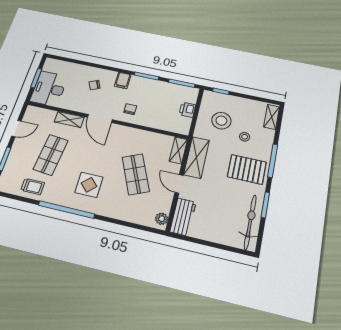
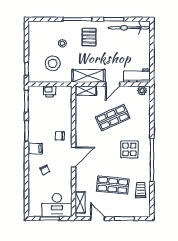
shelving: (272, 117) -> (40, 26), removed
shelving: (69, 120) -> (80, 202), moved
pallet: (247, 169) -> (89, 37), width x0.67, depth x0.71

